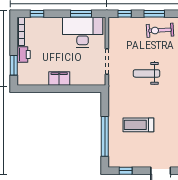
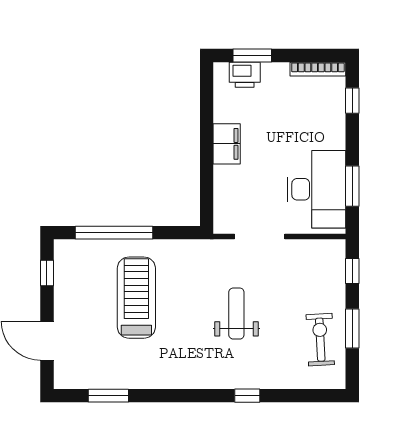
printer: (24, 55) -> (245, 75), moved
treadmill: (138, 125) -> (136, 298), width x1.37, depth x1.38

